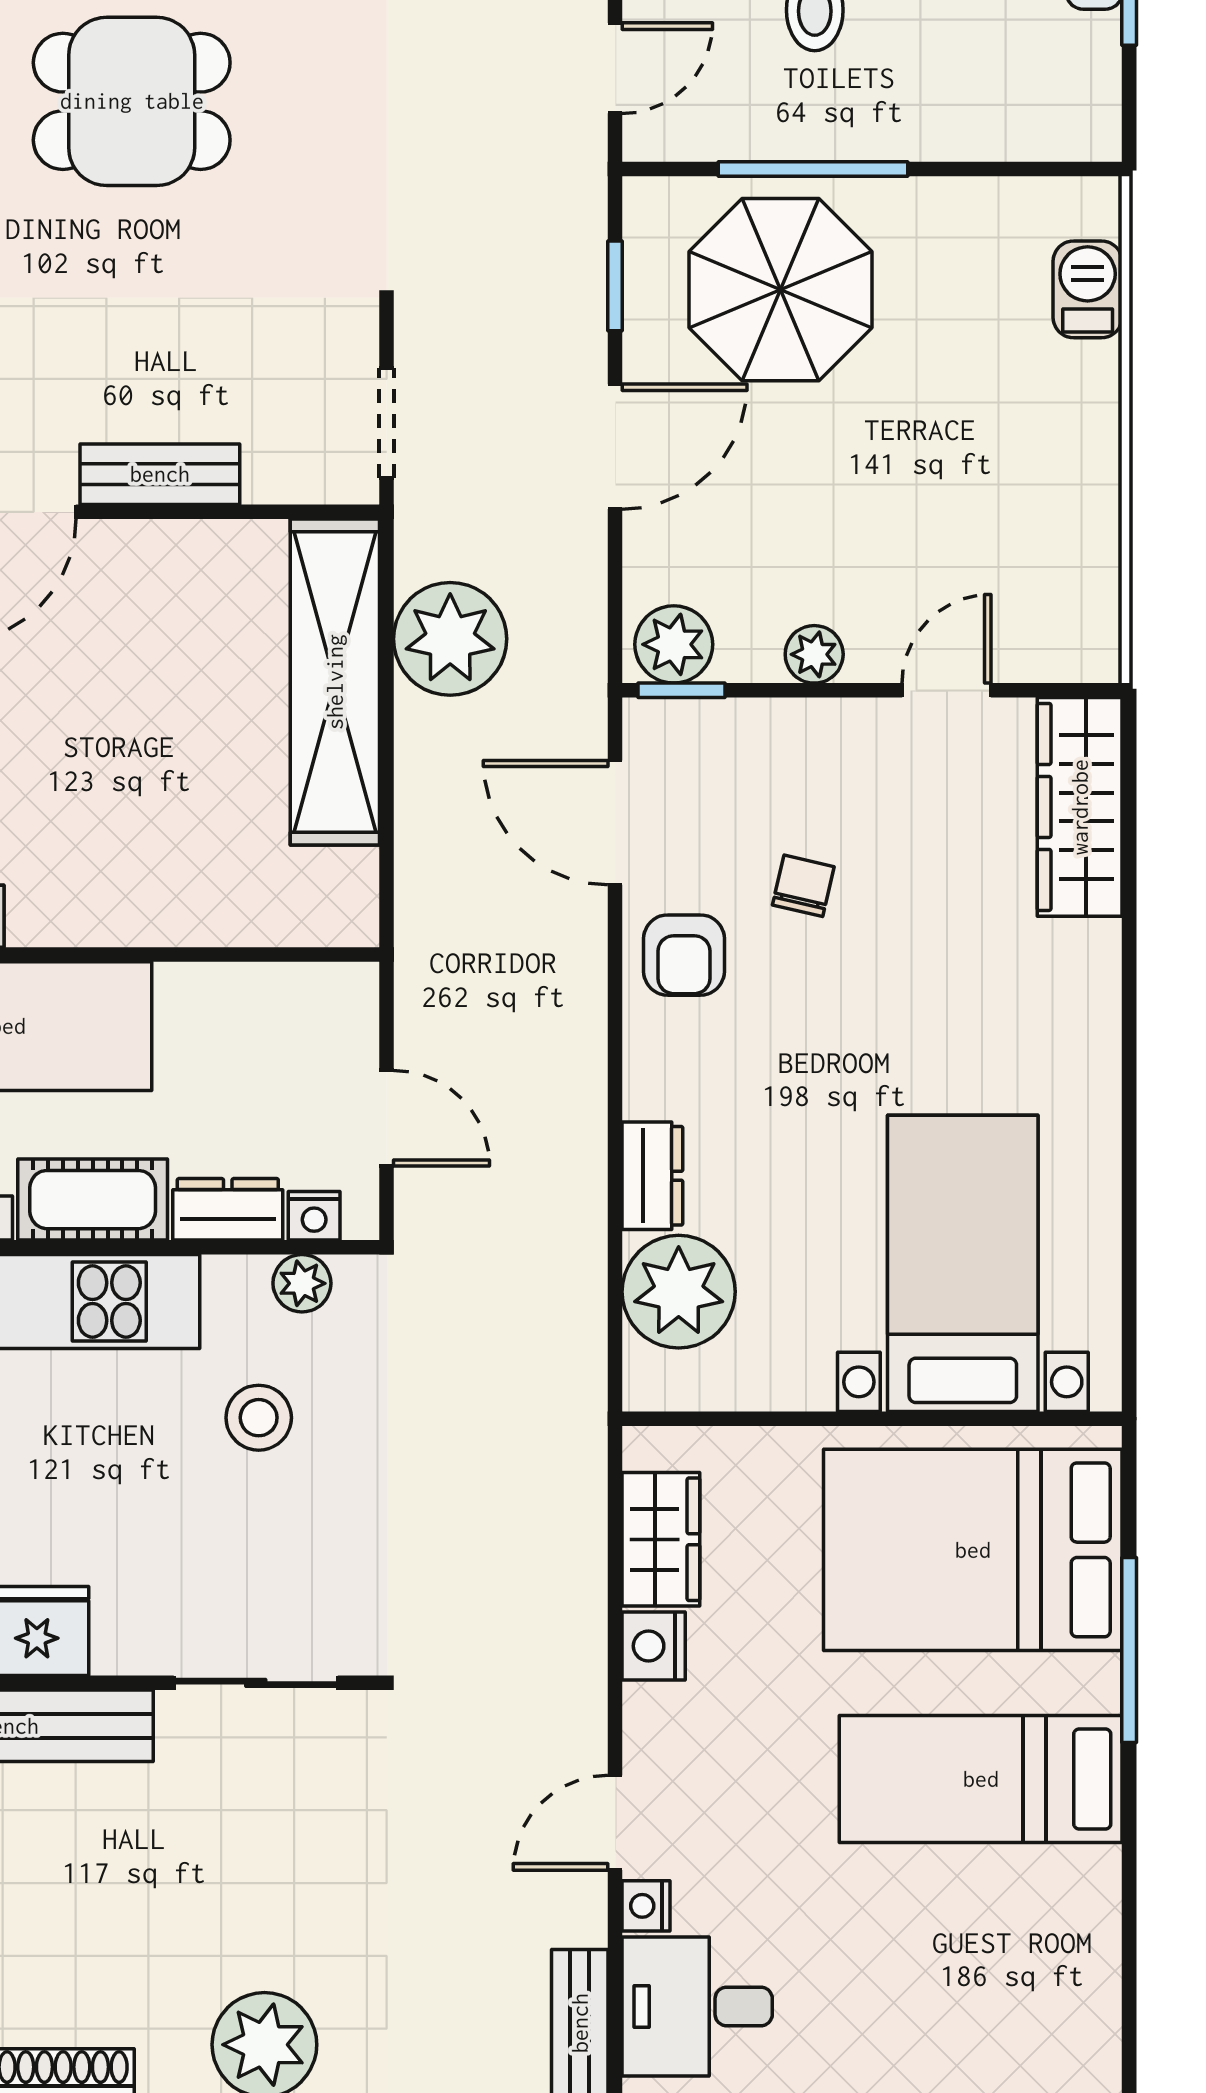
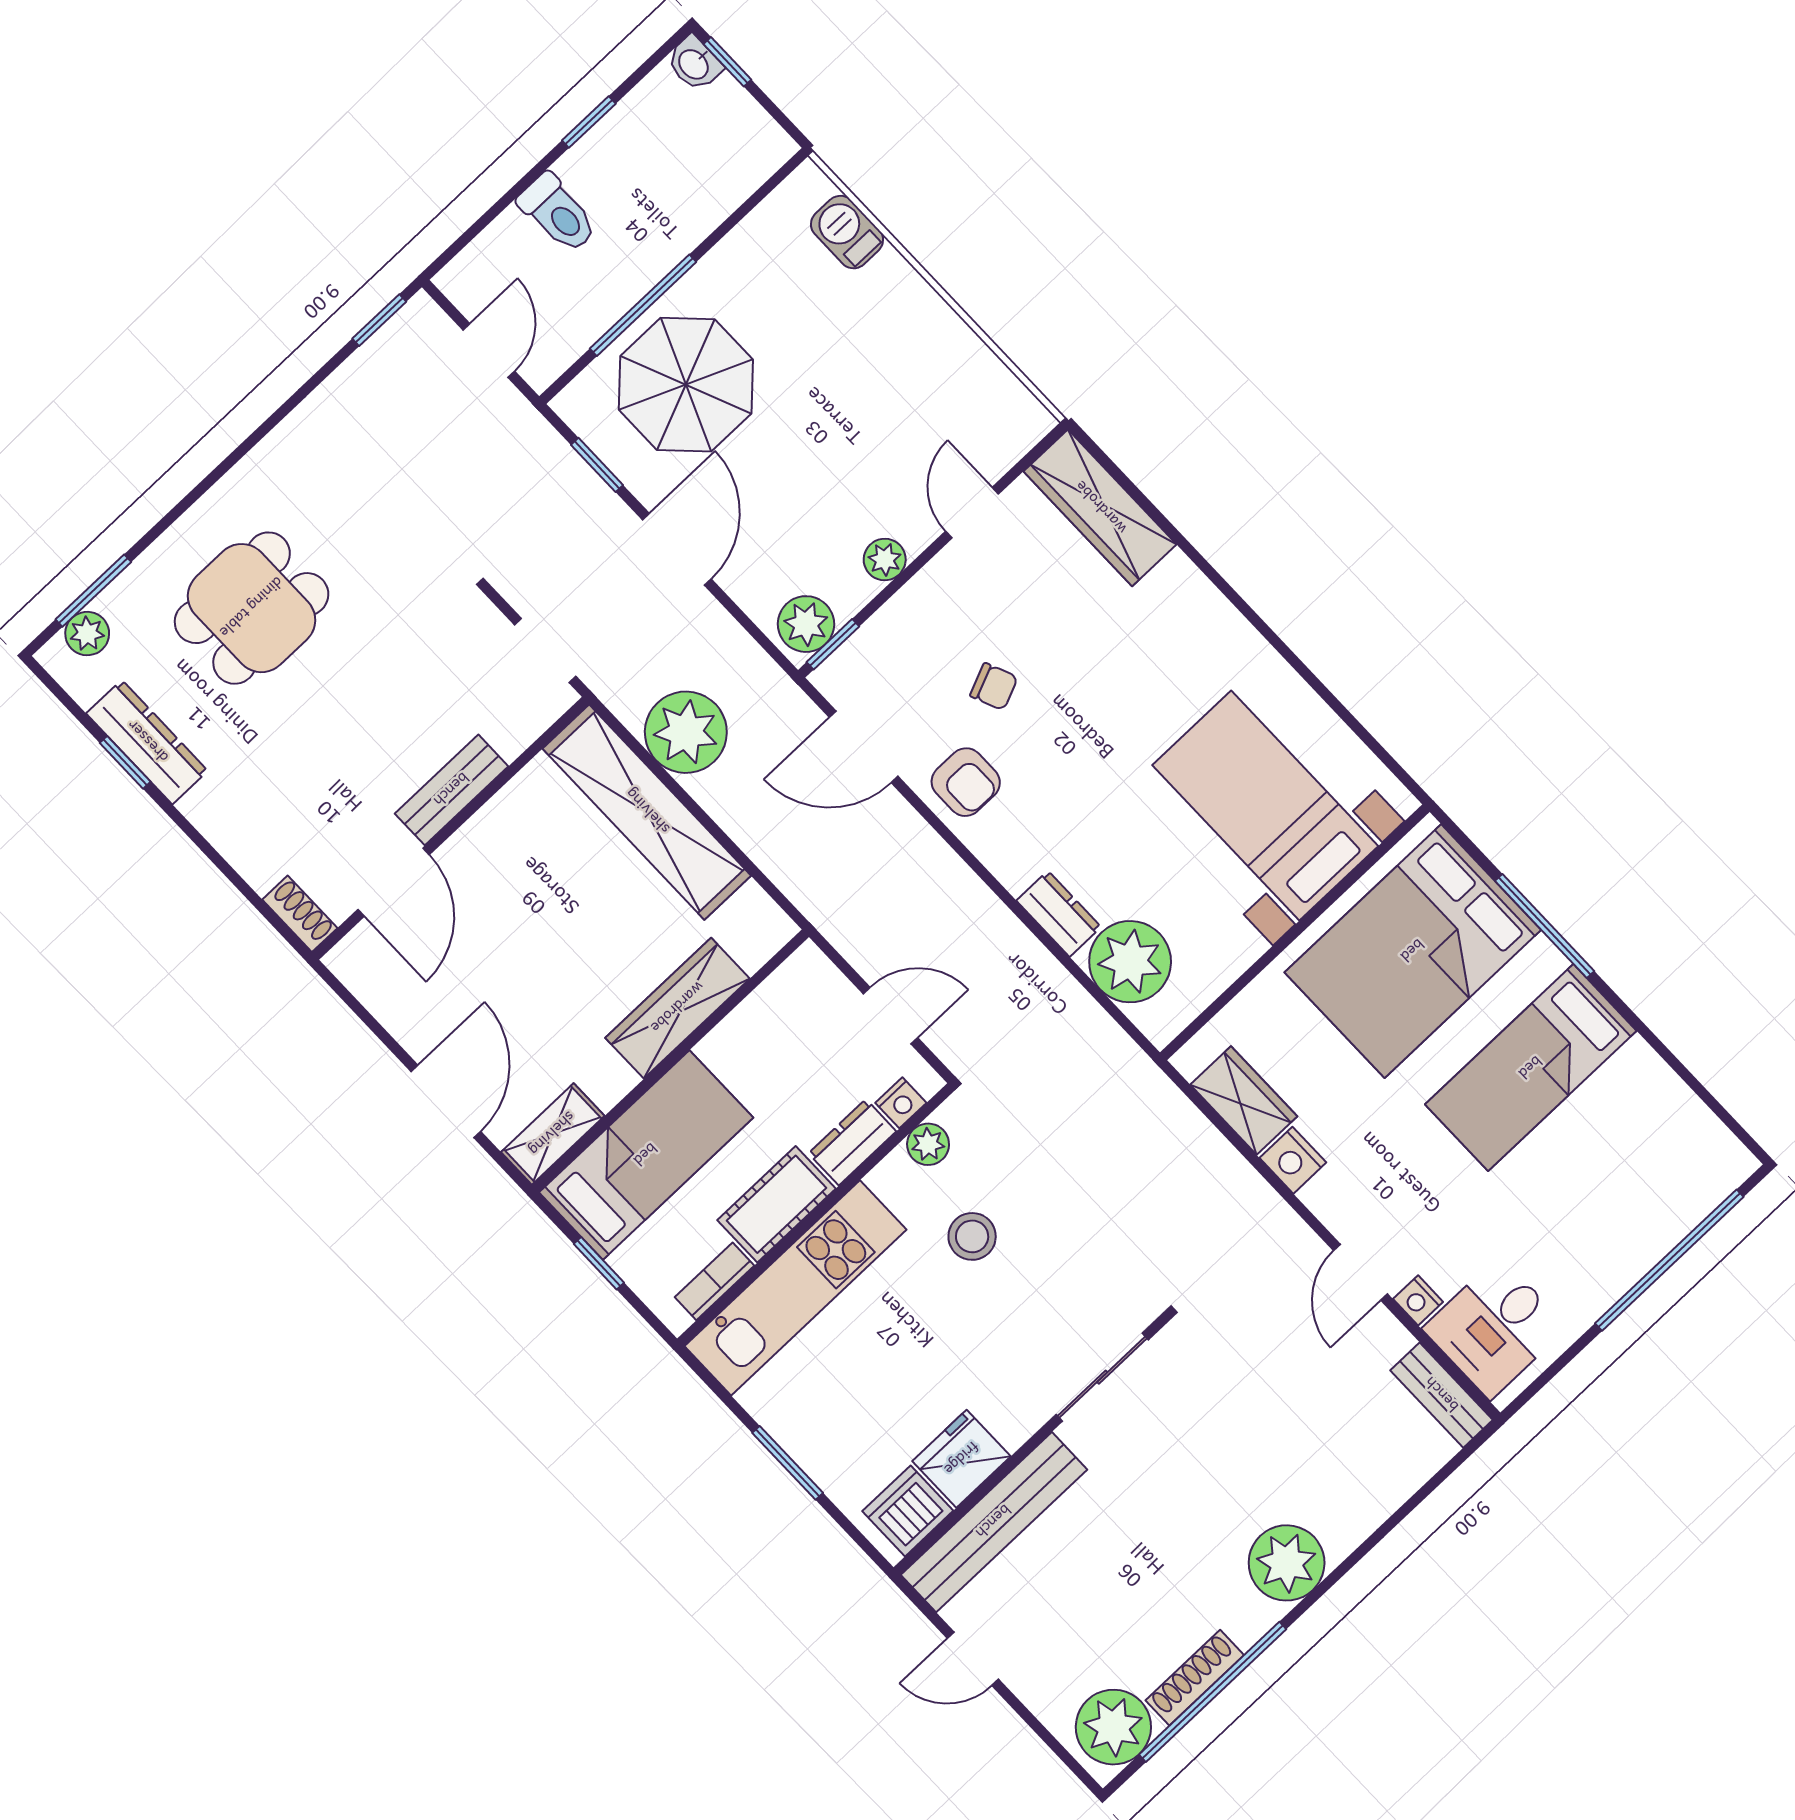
chair: (803, 886) -> (994, 687), turned 144
wardrobe: (180, 908) -> (678, 1008), added

